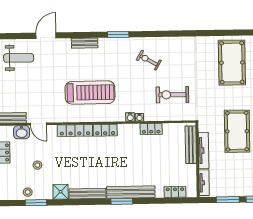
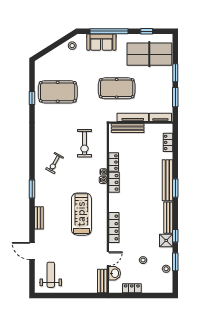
window: (224, 33) -> (32, 98), added
locker: (105, 130) -> (114, 182), moved
window: (66, 202) -> (175, 236), added

